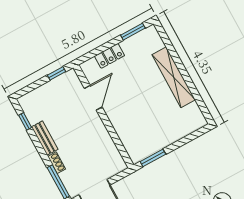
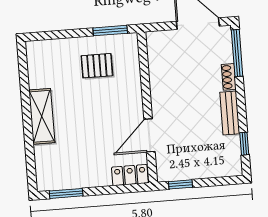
locker: (110, 56) -> (130, 175), moved
shelving: (174, 77) -> (42, 116), width x0.68
pallet: (151, 129) -> (97, 66), added

